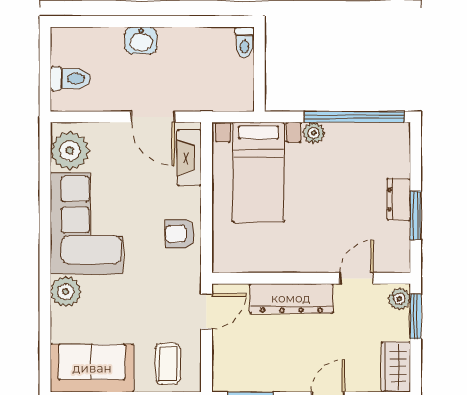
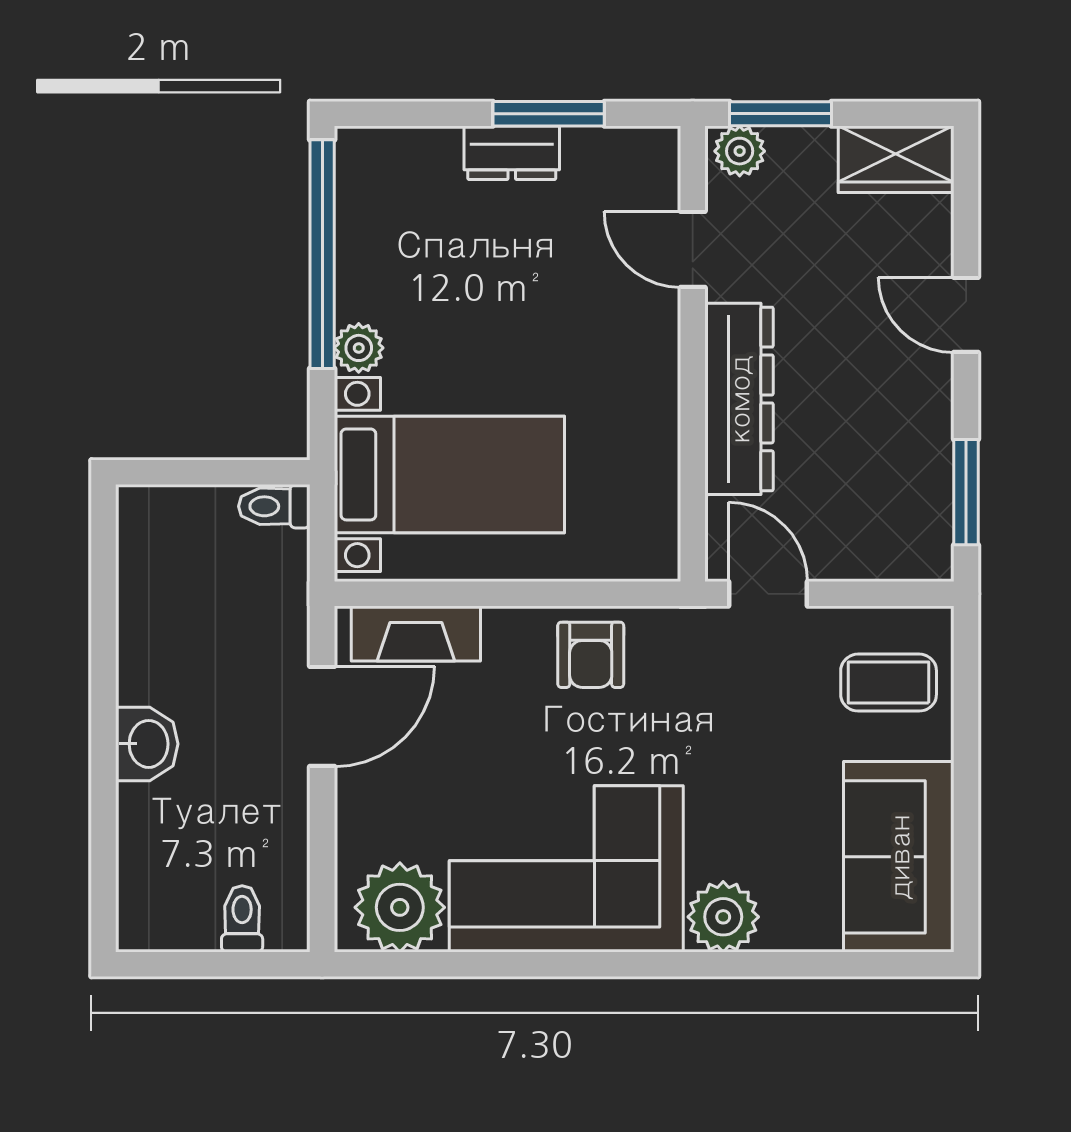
toilet: (245, 42) -> (274, 506), moved, turned 180
toilet: (70, 79) -> (242, 919), width x0.73, depth x0.72

